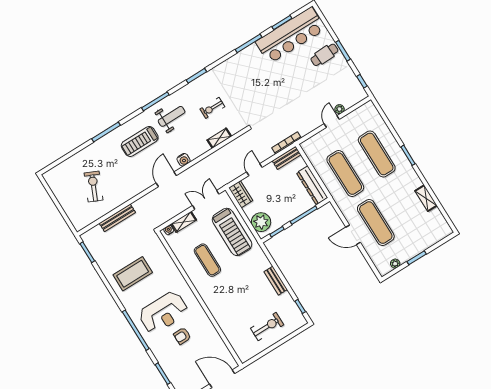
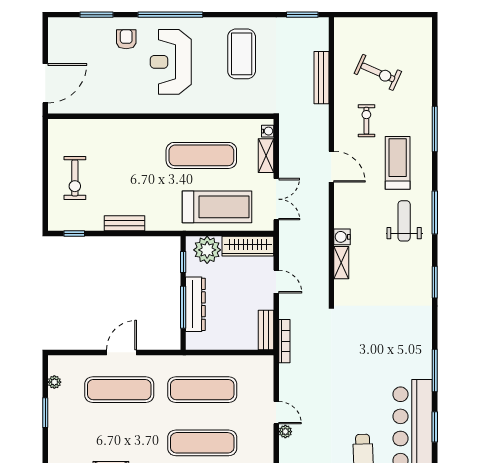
exercise bike: (212, 108) -> (366, 121), moved
weight bench: (172, 116) -> (404, 221), turned 180
water cooler: (184, 160) -> (342, 237), moved
dresser: (312, 185) -> (195, 304), moved, turned 90
wardrobe: (241, 194) -> (248, 246), width x1.50
treadmill: (232, 232) -> (217, 207), turned 180
exercise mat: (207, 260) -> (201, 155), width x1.36, depth x1.45
armchair: (182, 336) -> (126, 39), moved

